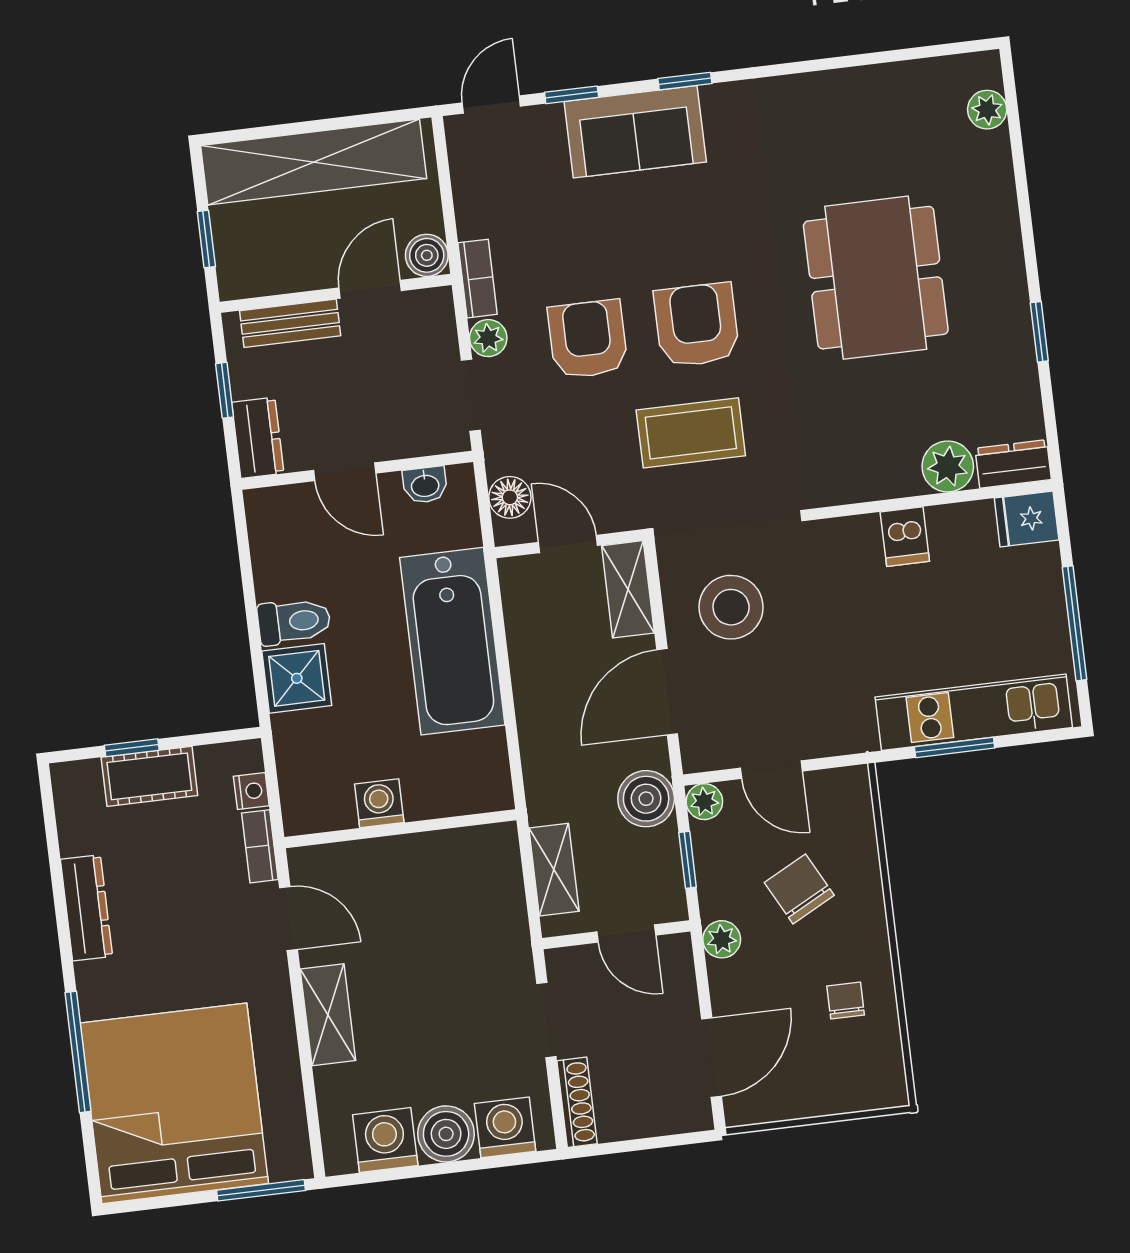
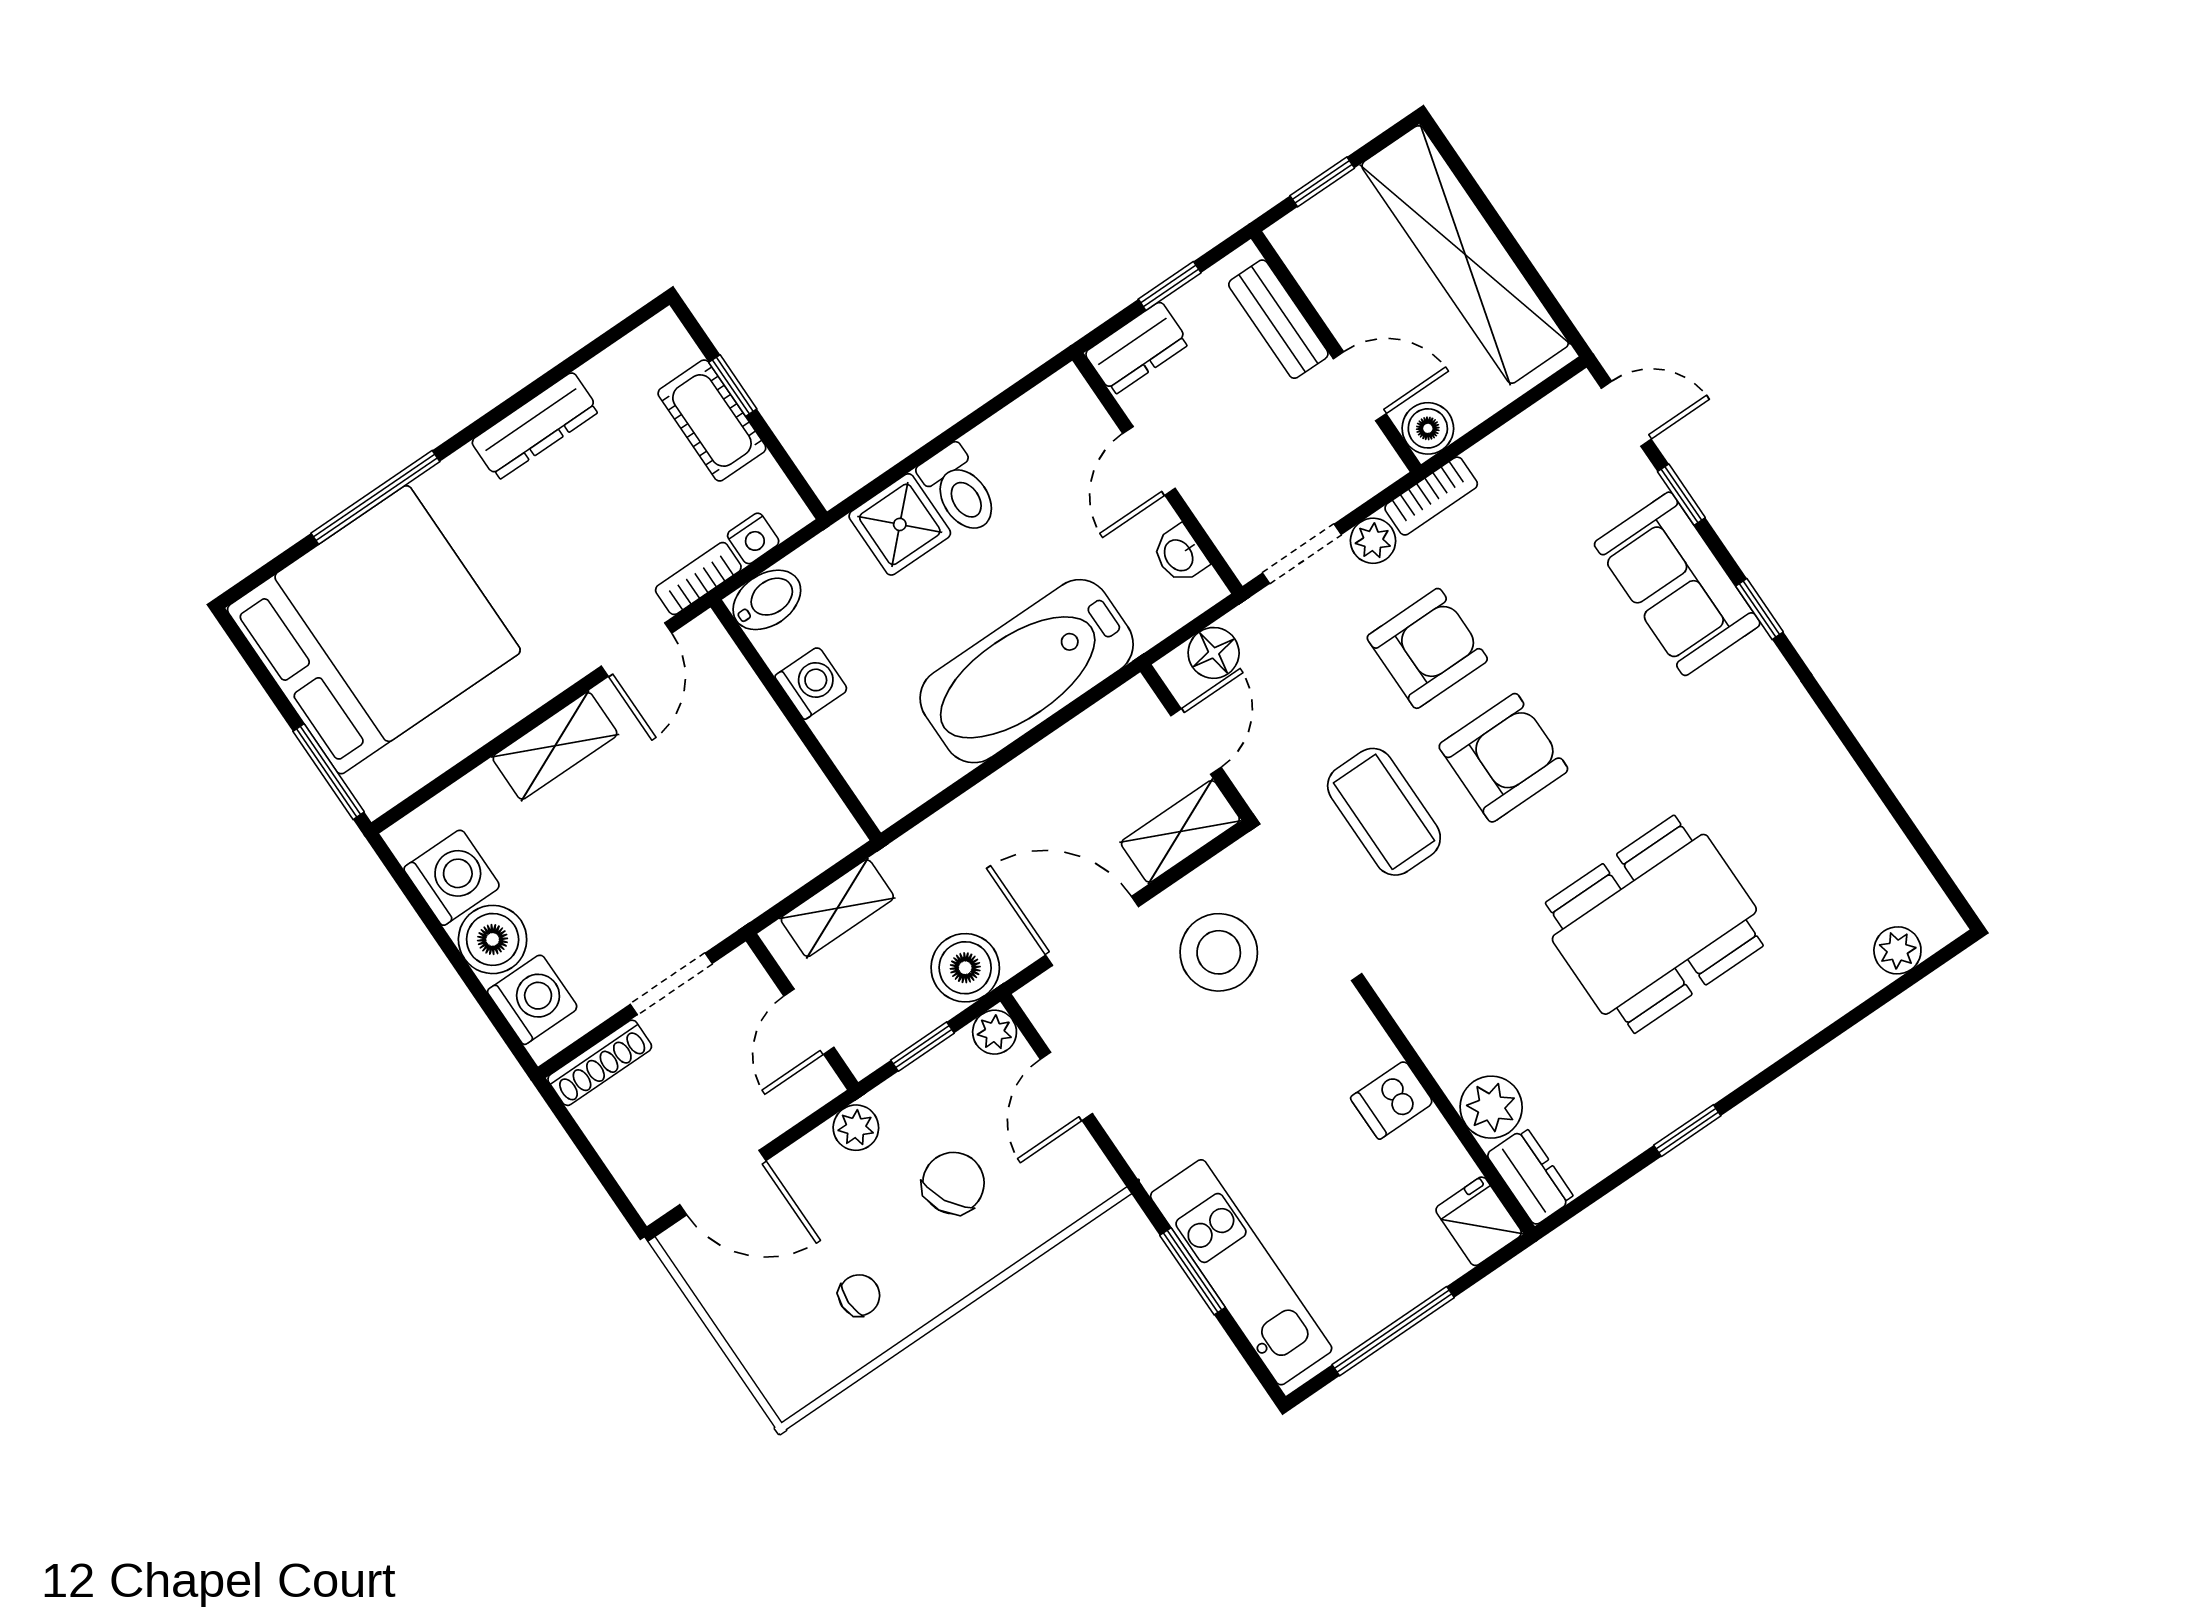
bidet: (302, 804) -> (767, 600), added

